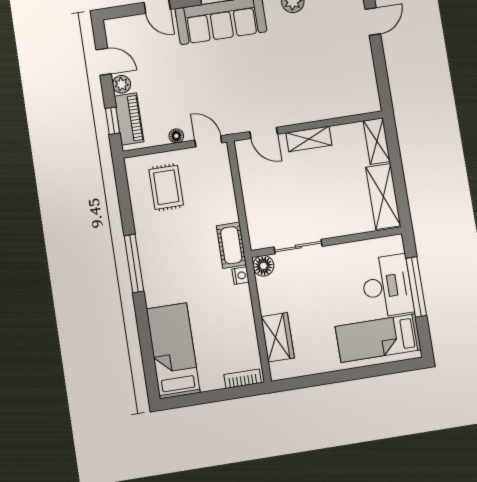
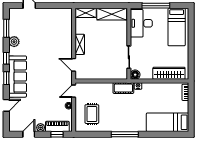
door: (264, 133) -> (74, 65), swing flipped
rug: (166, 187) -> (92, 114), turned 90
desk: (387, 286) -> (141, 23), moved, turned -90
wardrobe: (278, 337) -> (169, 73), width x1.50

